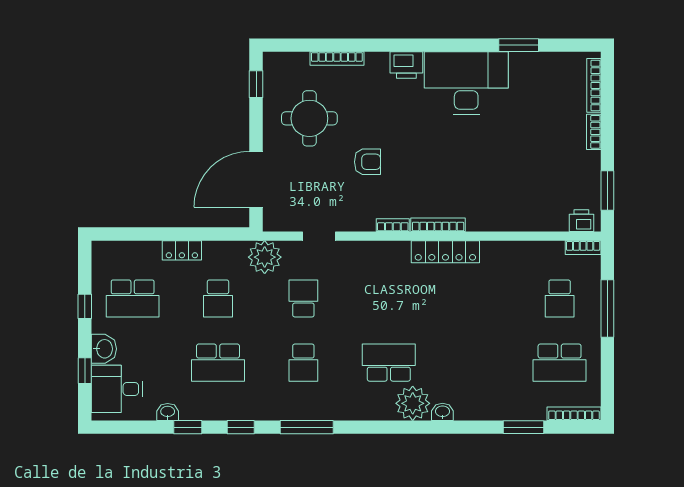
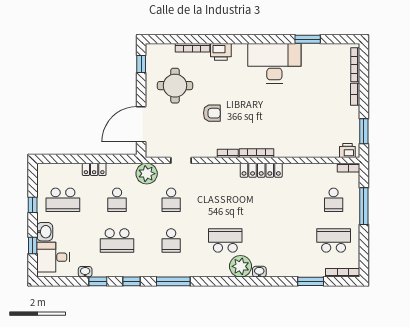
printer: (406, 65) -> (221, 52), moved
school desk: (303, 298) -> (171, 200), turned 180
school desk: (560, 363) -> (334, 240), turned 180

